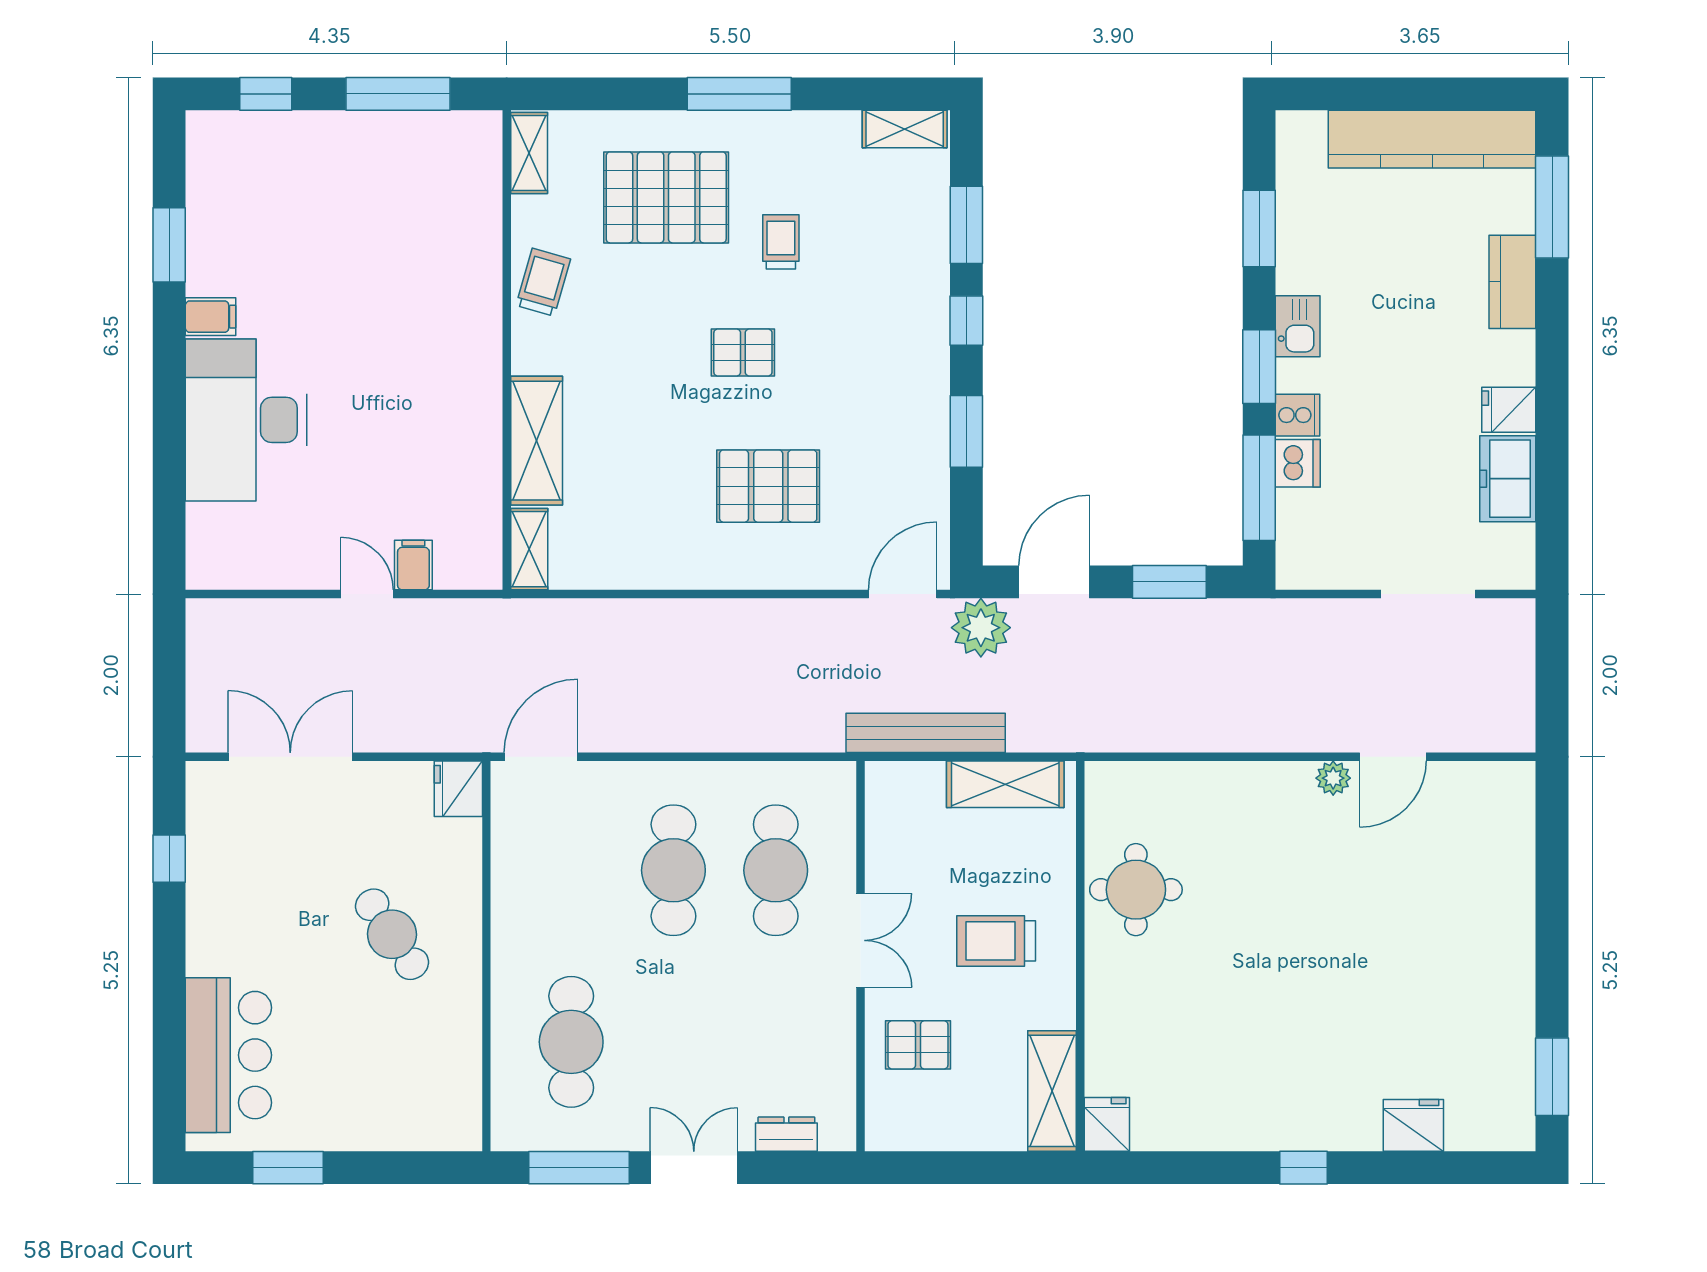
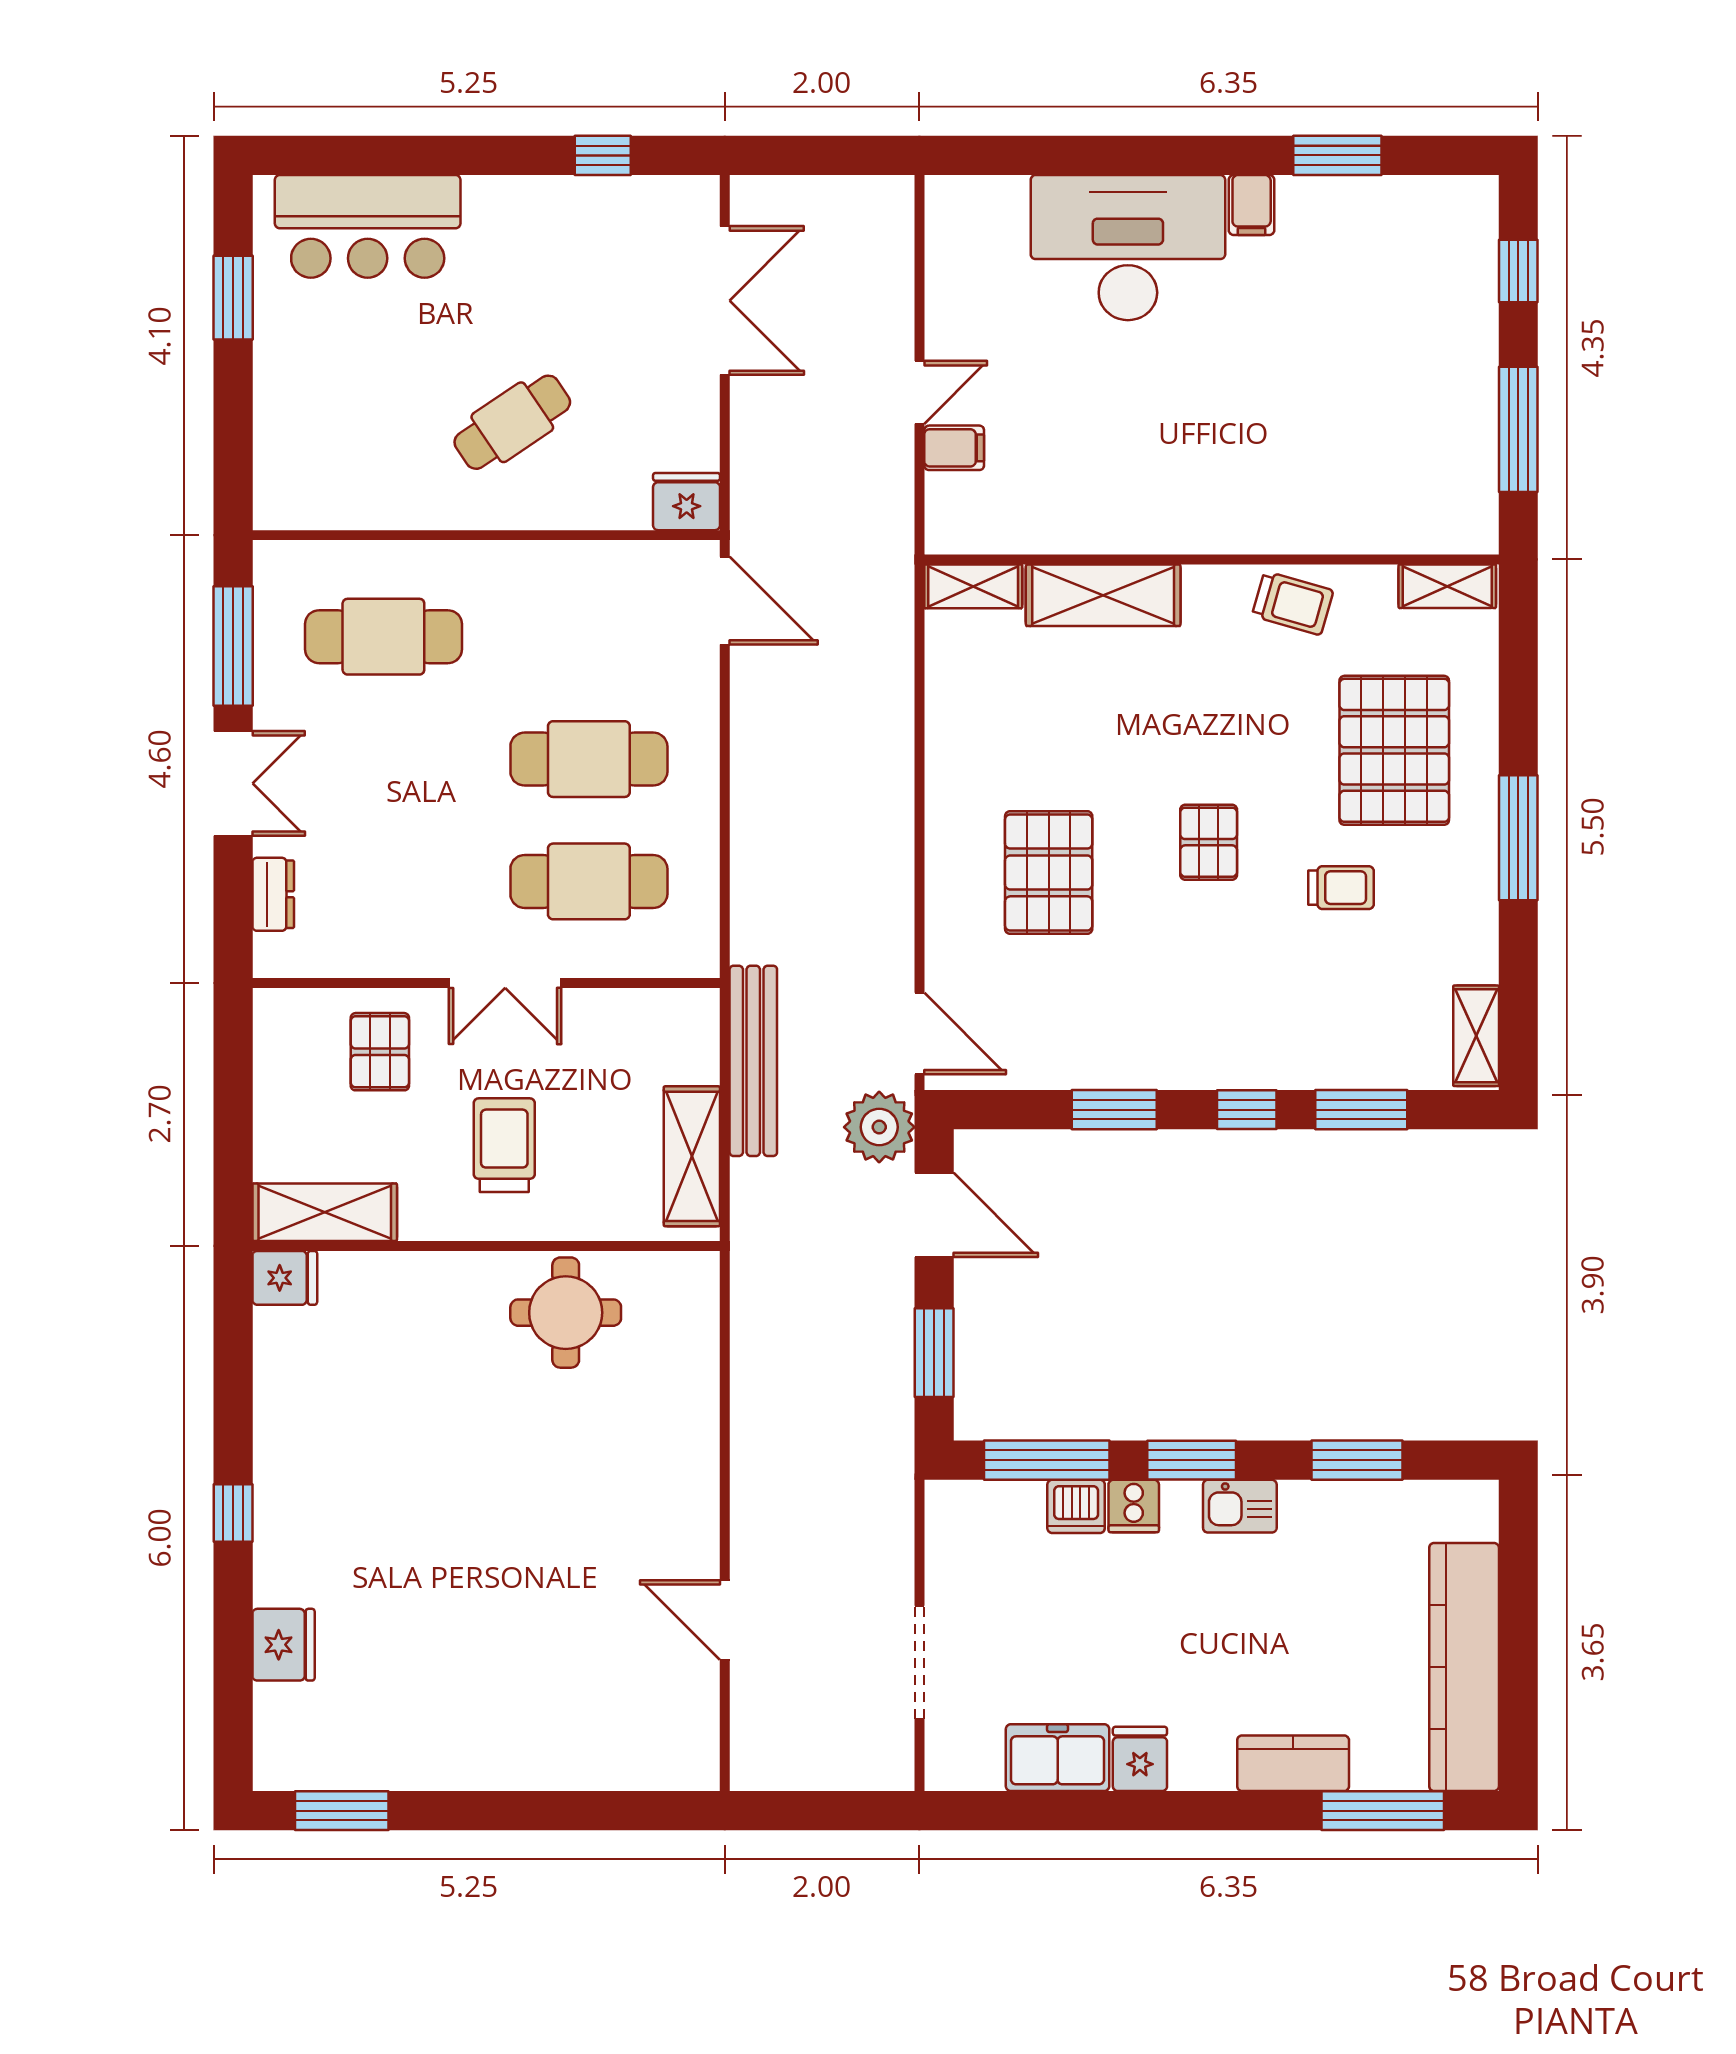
plant: (1333, 778) -> (699, 1549), removed

